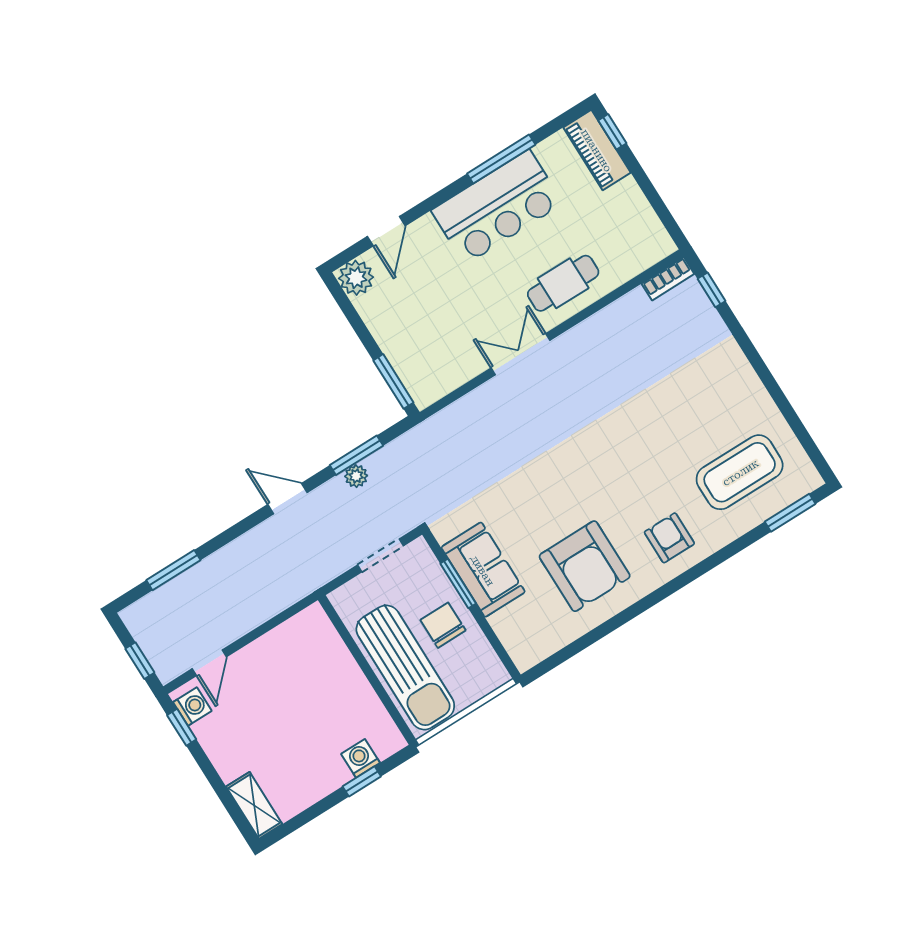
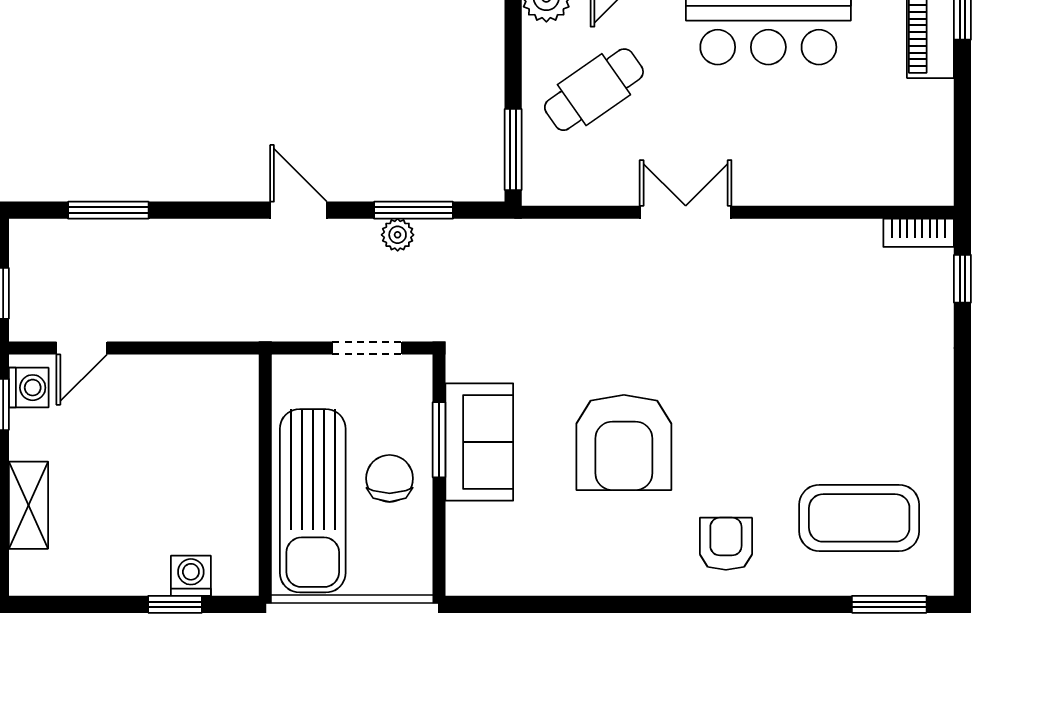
cafe table: (563, 283) -> (594, 90), moved, turned -35
armchair: (585, 566) -> (624, 443), moved
shelving: (254, 805) -> (28, 505), moved

